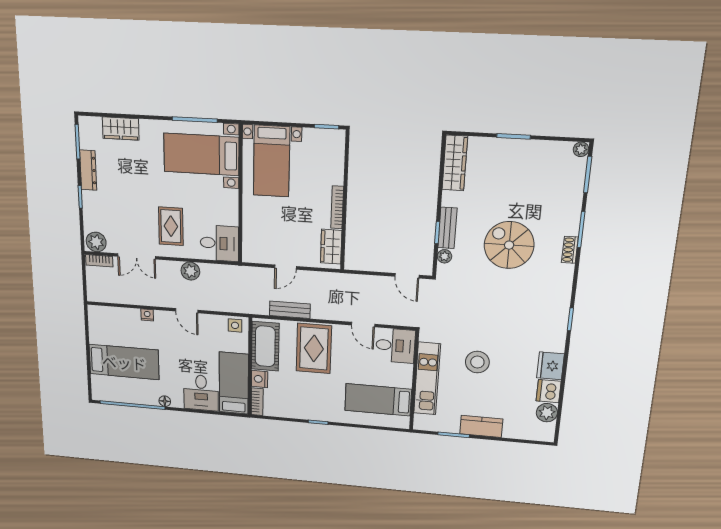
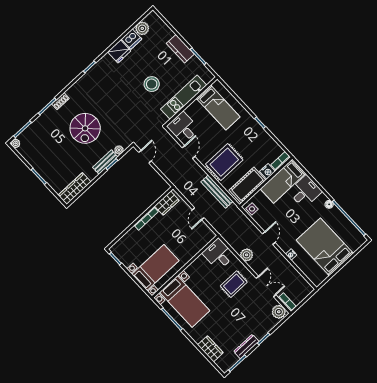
door: (285, 267) -> (198, 214), swing flipped
bench: (290, 310) -> (217, 192), width x1.36
bed: (124, 362) -> (325, 247), width x1.50

